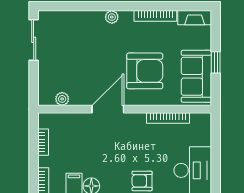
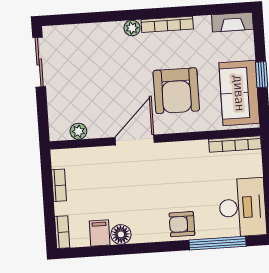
bookcase: (155, 16) -> (167, 24), moved
armchair: (145, 71) -> (176, 91), turned 90
bookcase: (168, 118) -> (235, 144), moved

